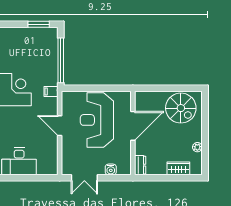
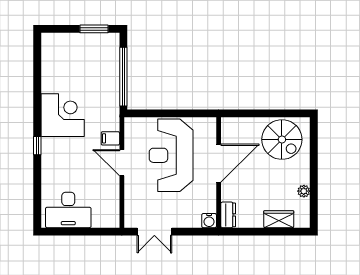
filing cabinet: (51, 92) -> (110, 138), moved
water cooler: (111, 169) -> (209, 221), moved

